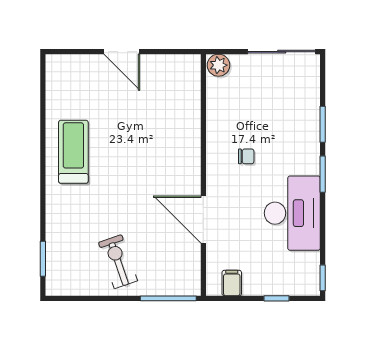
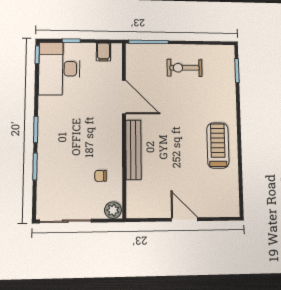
bench: (191, 146) -> (133, 150), added
treadmill: (73, 152) -> (218, 146), turned 180
chair: (246, 156) -> (101, 176), moved
desk: (292, 213) -> (59, 69), moved
exercise bike: (118, 262) -> (185, 68), turned 109

